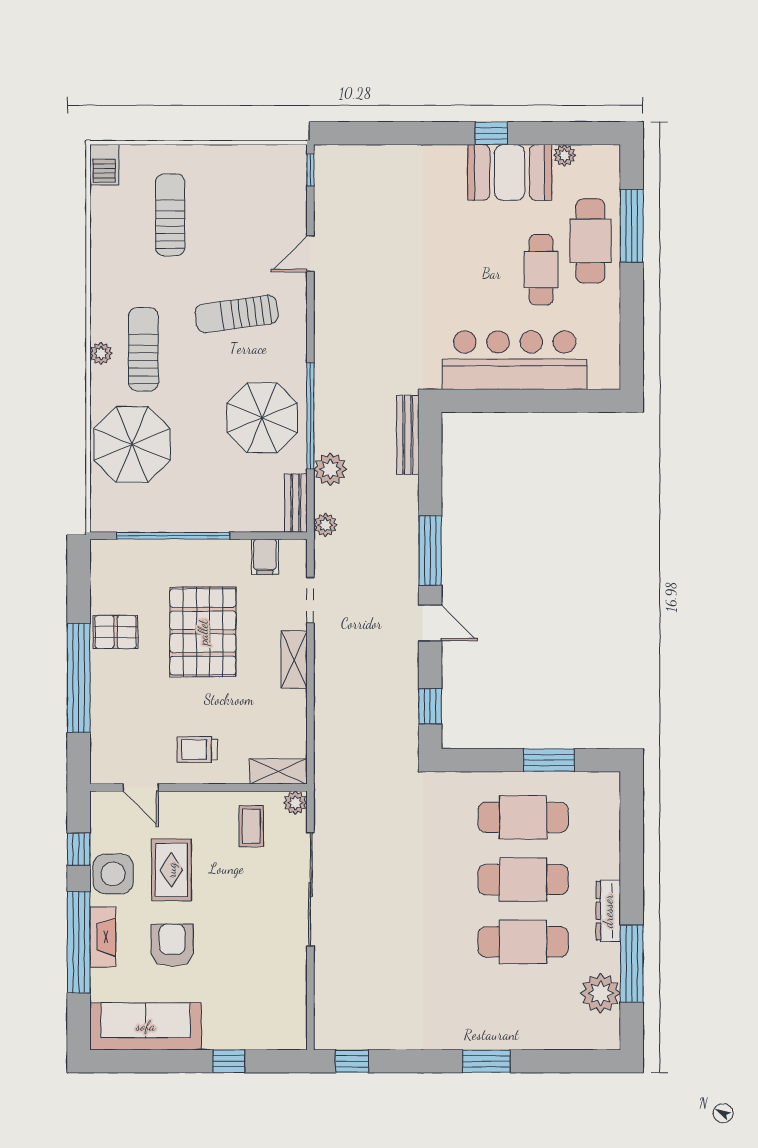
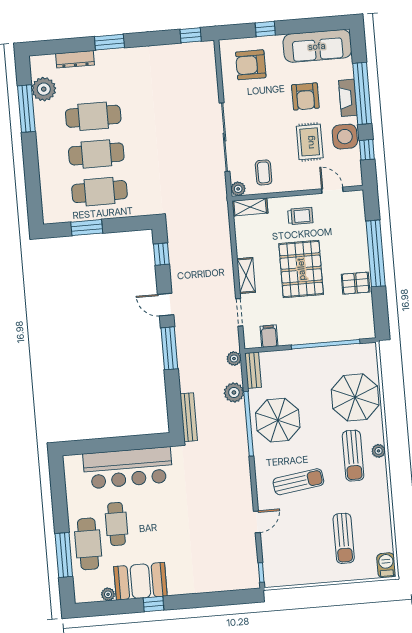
pallet: (203, 632) -> (301, 269), moved
dresser: (608, 911) -> (75, 59), moved, turned 90
armchair: (257, 1005) -> (251, 65), added

